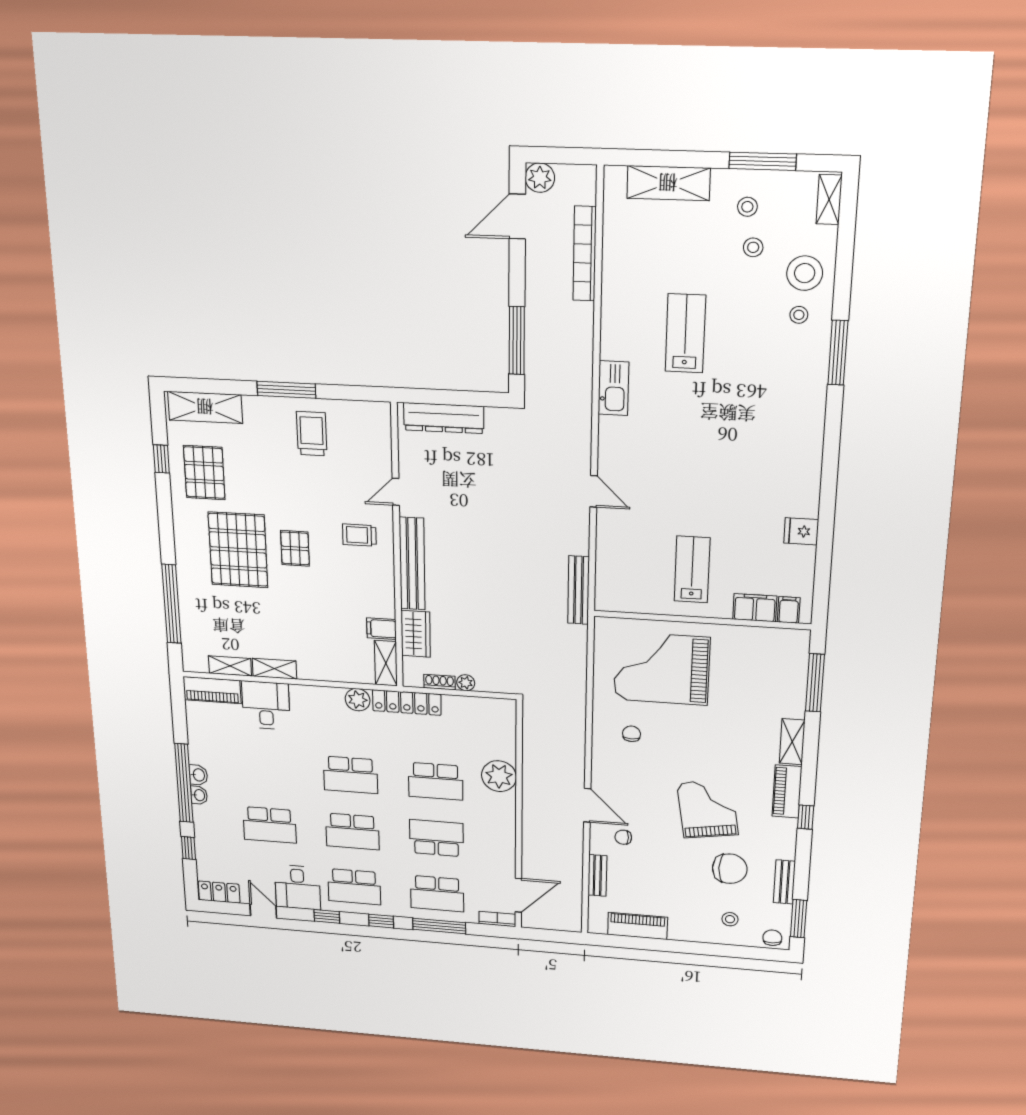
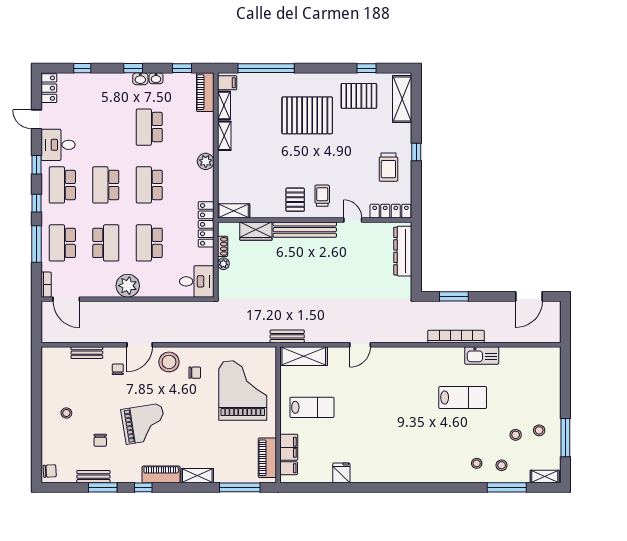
plant: (540, 178) -> (552, 310), removed
shelving: (668, 183) -> (304, 356), moved, turned 90
door: (517, 216) -> (529, 296), swing flipped
bookcase: (585, 254) -> (456, 337), moved
stool: (805, 273) -> (502, 465), width x0.53, depth x0.53
window: (517, 341) -> (454, 296), width x0.69
window: (838, 353) -> (507, 487), moved
kitchen sink: (613, 388) -> (482, 355), moved
window: (286, 390) -> (416, 152), width x0.46
trolley: (312, 434) -> (388, 167), turned 90
locker: (381, 434) -> (391, 211), added
pallet: (295, 548) -> (295, 200), moved, turned 90
bench: (578, 590) -> (287, 336), width x0.73
filing cabinet: (381, 629) -> (227, 83), moved, turned 90
plant: (358, 700) -> (206, 161), moved
desk: (266, 705) -> (197, 281), moved
window: (179, 719) -> (182, 68), added
stool: (614, 768) -> (169, 362), added
plant: (499, 776) -> (128, 286), moved
window: (184, 783) -> (133, 68), width x0.32
washbasin: (199, 795) -> (156, 78), moved
school desk: (270, 825) -> (149, 127), moved
chair: (730, 869) -> (100, 440), width x0.54, depth x0.54
door: (263, 911) -> (37, 119), swing flipped
stool: (730, 919) -> (66, 413), moved
window: (799, 919) -> (103, 487), moved
piano: (638, 926) -> (267, 458), moved, turned 180

